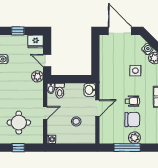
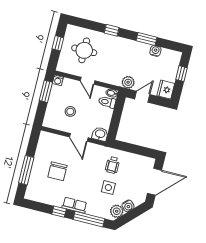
wheelchair: (132, 101) -> (112, 165), moved
plant: (135, 138) -> (38, 169), removed
window: (64, 148) -> (46, 91), added
window: (127, 148) -> (26, 170), moved

